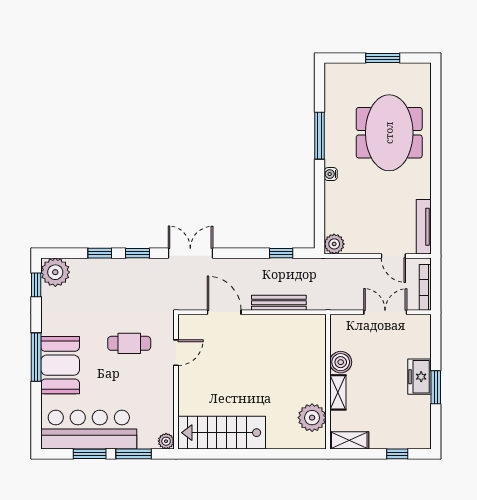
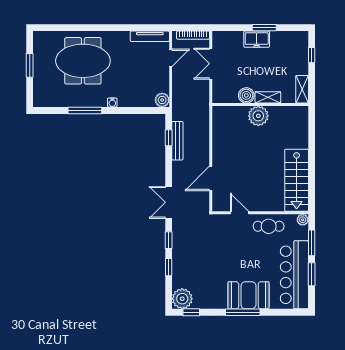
bench: (279, 303) -> (177, 141), moved
cafe table: (129, 343) -> (269, 226), moved, turned 90
plant: (312, 418) -> (258, 116), moved

